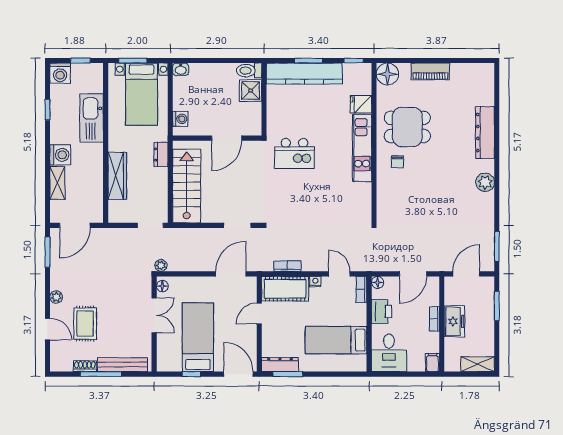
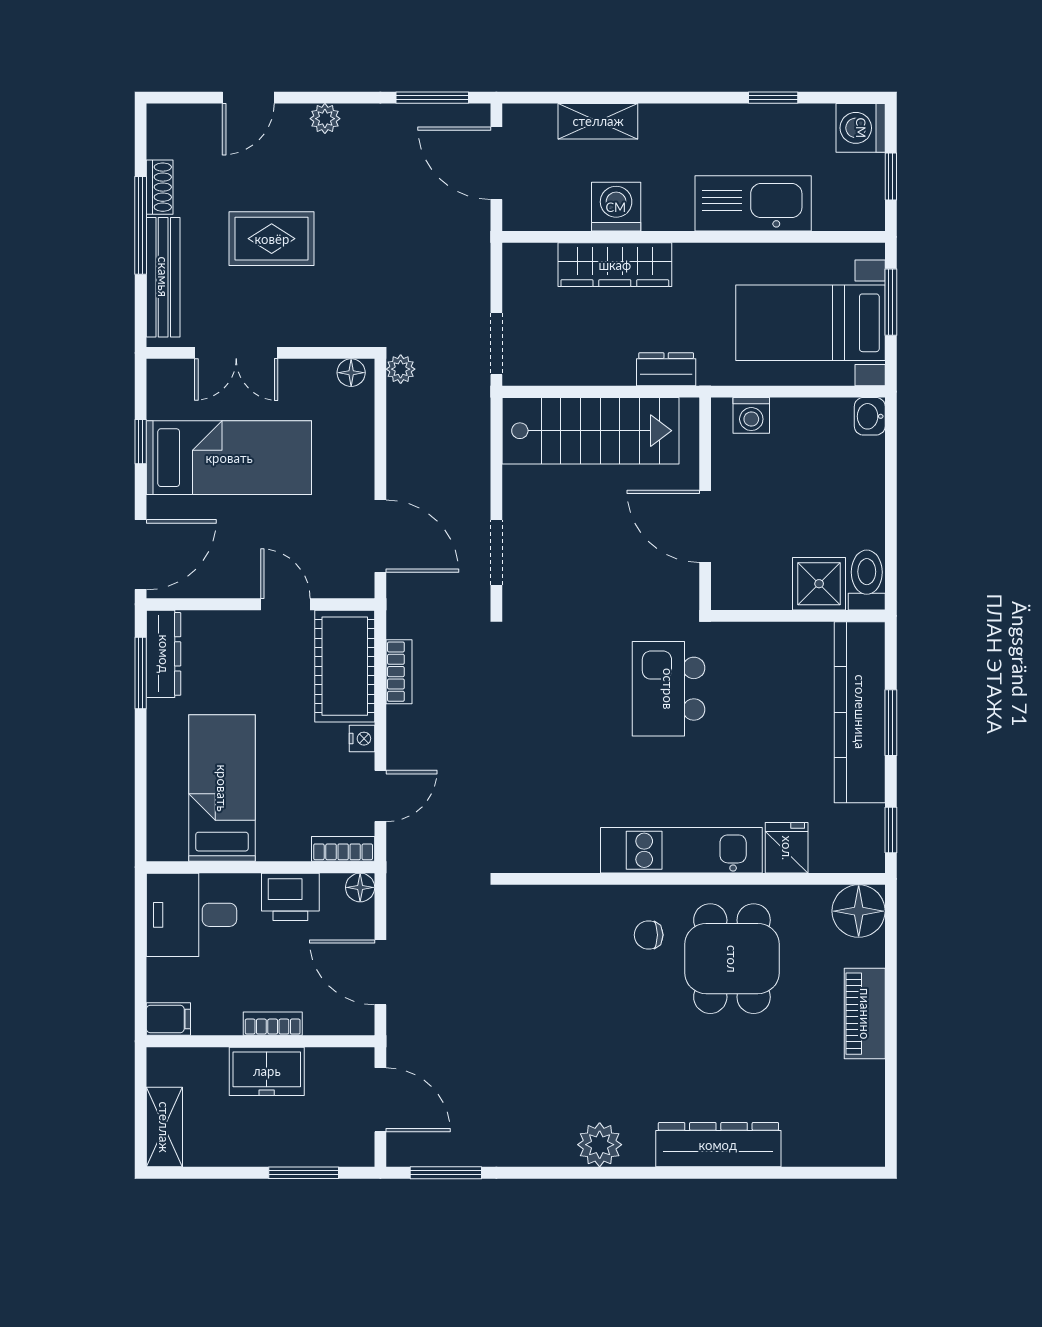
washing machine: (60, 155) -> (616, 207), moved, turned 180
double door: (154, 315) -> (236, 353), moved
rug: (85, 324) -> (272, 239), moved

